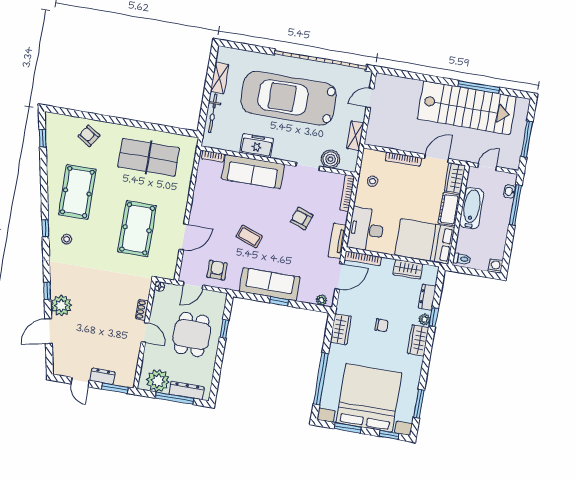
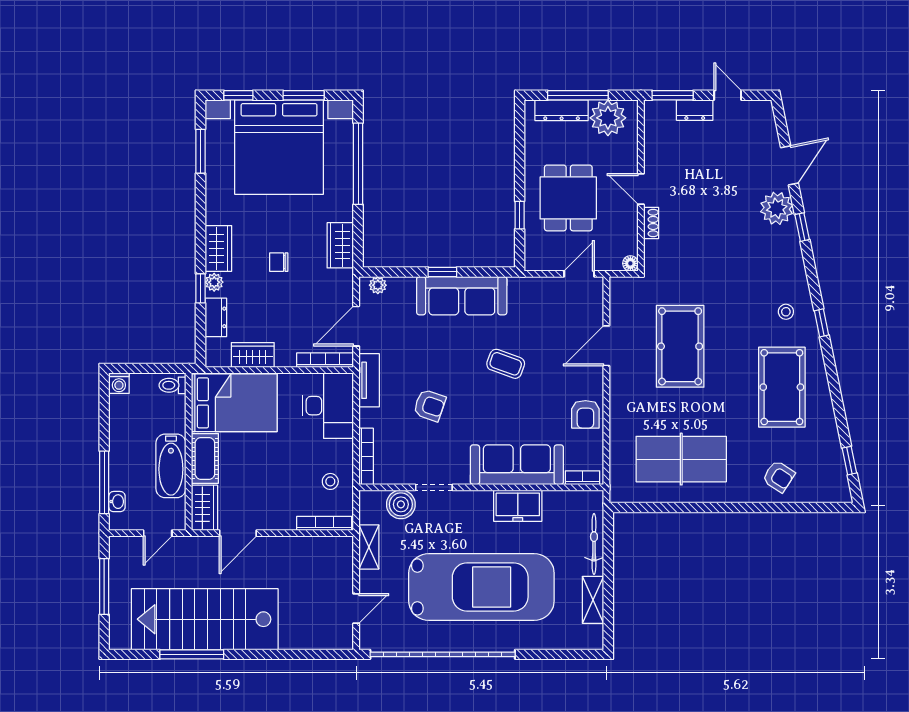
bookcase: (403, 159) -> (324, 523), moved
armchair: (217, 270) -> (585, 414), moved

